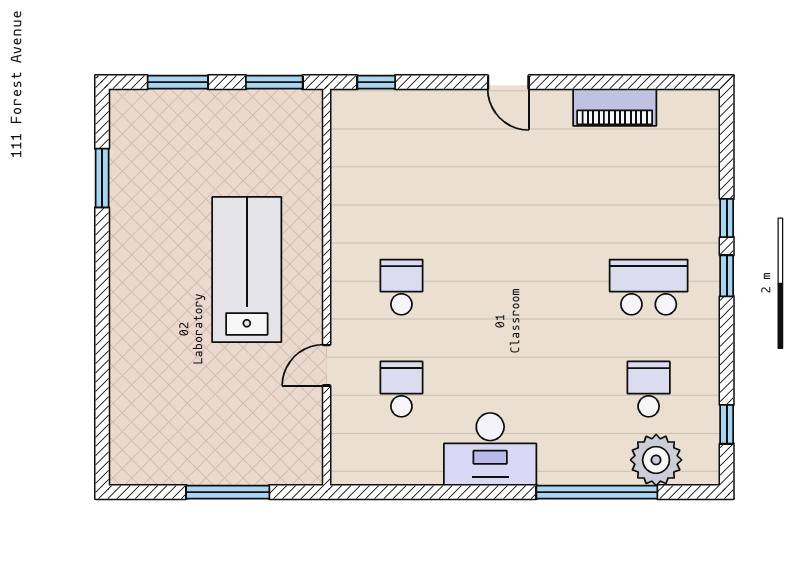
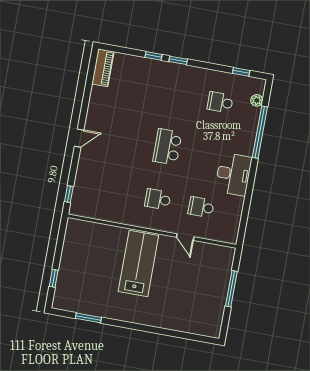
window: (178, 82) -> (54, 278), width x0.67
window: (274, 82) -> (61, 237), removed
piano: (615, 107) -> (103, 68), moved
lab bench: (247, 270) -> (138, 264), turned 90
school desk: (649, 287) -> (167, 147), moved
plant: (656, 460) -> (257, 100), width x0.53, depth x0.53

